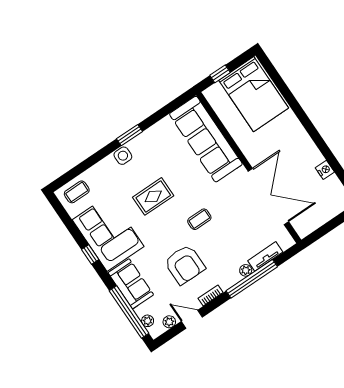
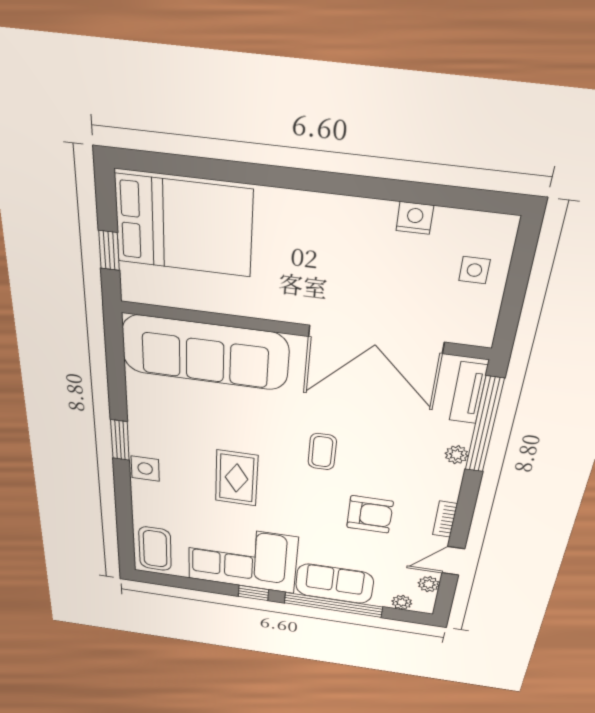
coffee table: (77, 192) -> (155, 549), width x1.36, depth x1.30
double door: (268, 196) -> (376, 339), swing flipped
side table: (324, 206) -> (474, 270), added
tv unit: (265, 256) -> (468, 393), moved
armchair: (185, 265) -> (370, 514), width x0.73, depth x0.73
window: (252, 279) -> (484, 425), moved
window: (129, 312) -> (333, 605), moved

